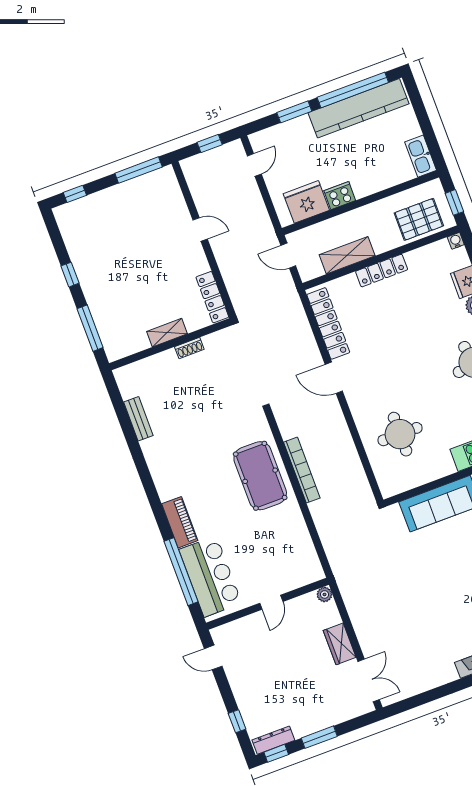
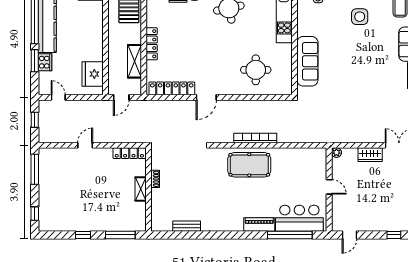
cooker: (340, 196) -> (45, 62), moved, turned 180

